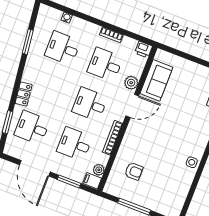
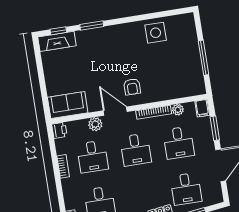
sofa: (156, 80) -> (68, 105), moved
side table: (192, 162) -> (156, 33), moved, width x1.87, depth x1.87
plant: (99, 170) -> (178, 110), moved
armchair: (134, 171) -> (132, 87), moved, turned 180

